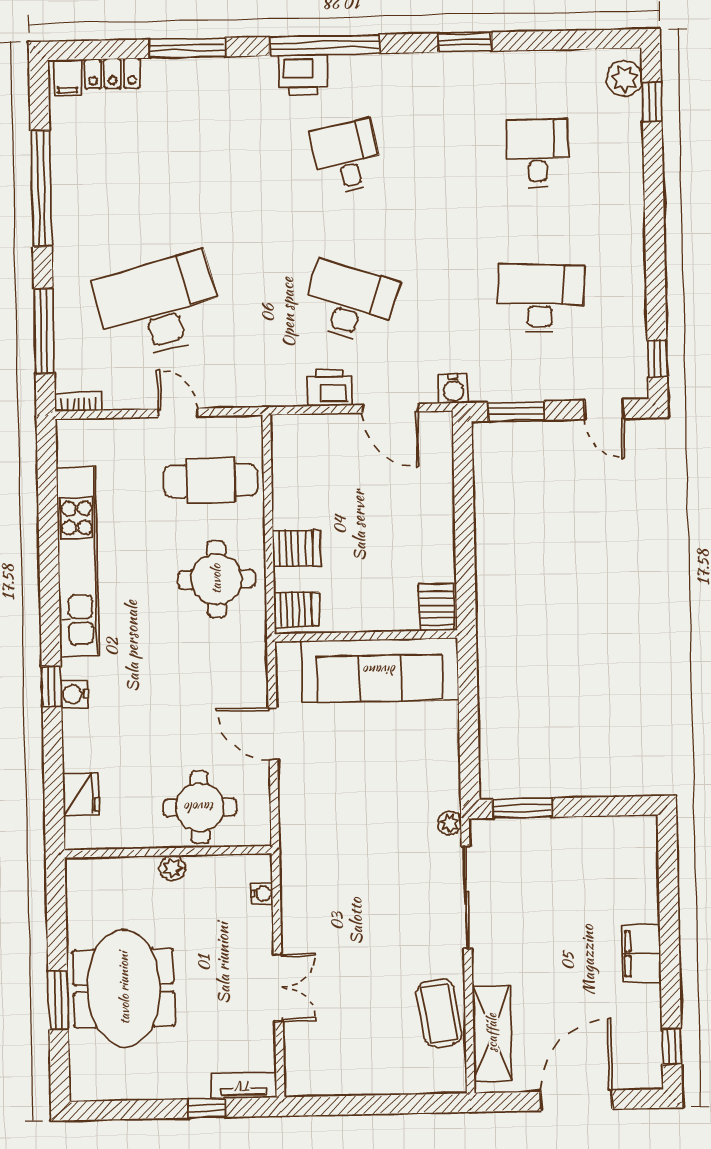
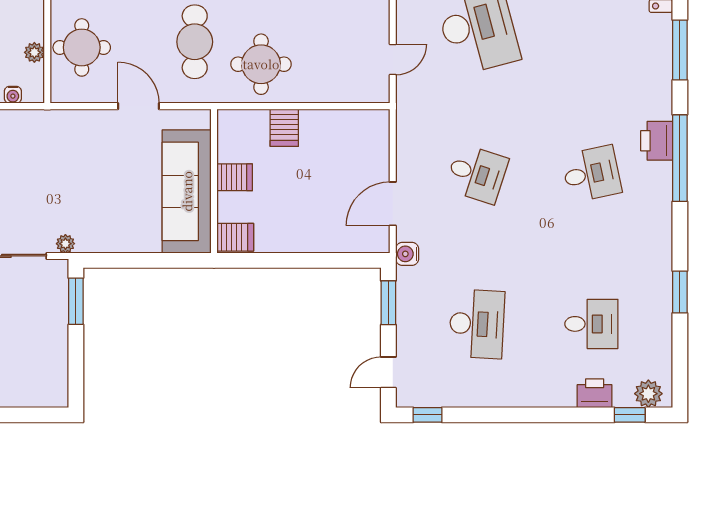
window: (465, 42) -> (680, 292), moved
desk: (350, 302) -> (477, 174), width x0.73
printer: (330, 388) -> (595, 393), moved, turned -90
door: (178, 413) -> (393, 60), moved
cafe table: (211, 481) -> (195, 42), moved
server rack: (297, 609) -> (235, 177), moved, turned -90
door: (273, 734) -> (138, 106), hinge flipped
plant: (172, 868) -> (34, 52), moved

